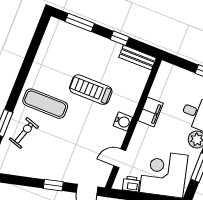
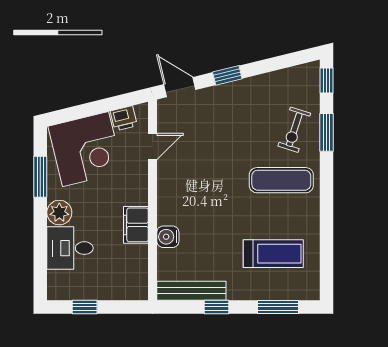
bench: (137, 58) -> (191, 291), width x1.36
treadmill: (91, 90) -> (273, 254), moved
water cooler: (123, 122) -> (168, 237), moved

